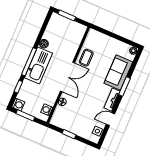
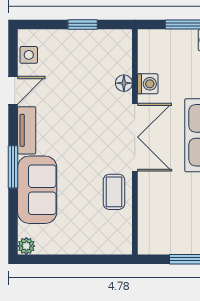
double door: (67, 77) -> (135, 137), swing flipped
washing machine: (47, 110) -> (148, 84), moved

